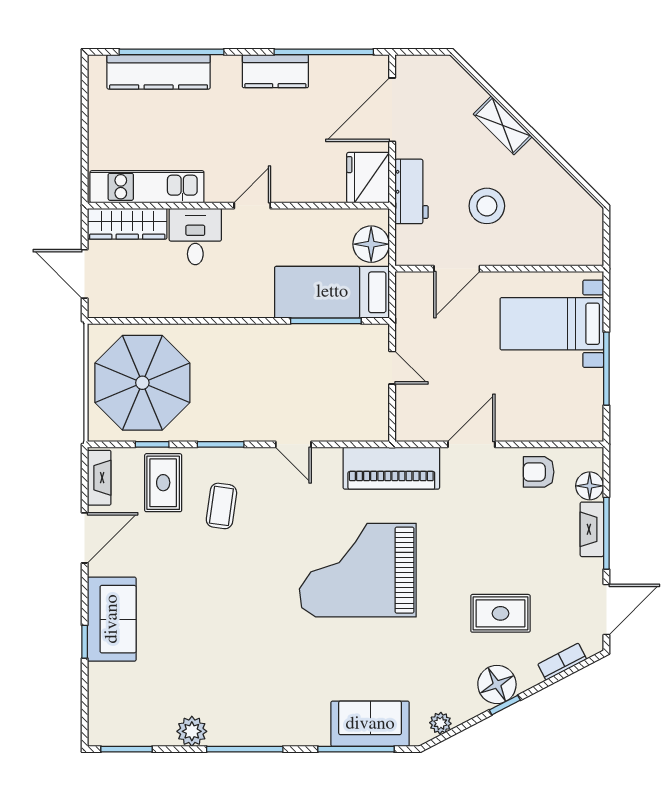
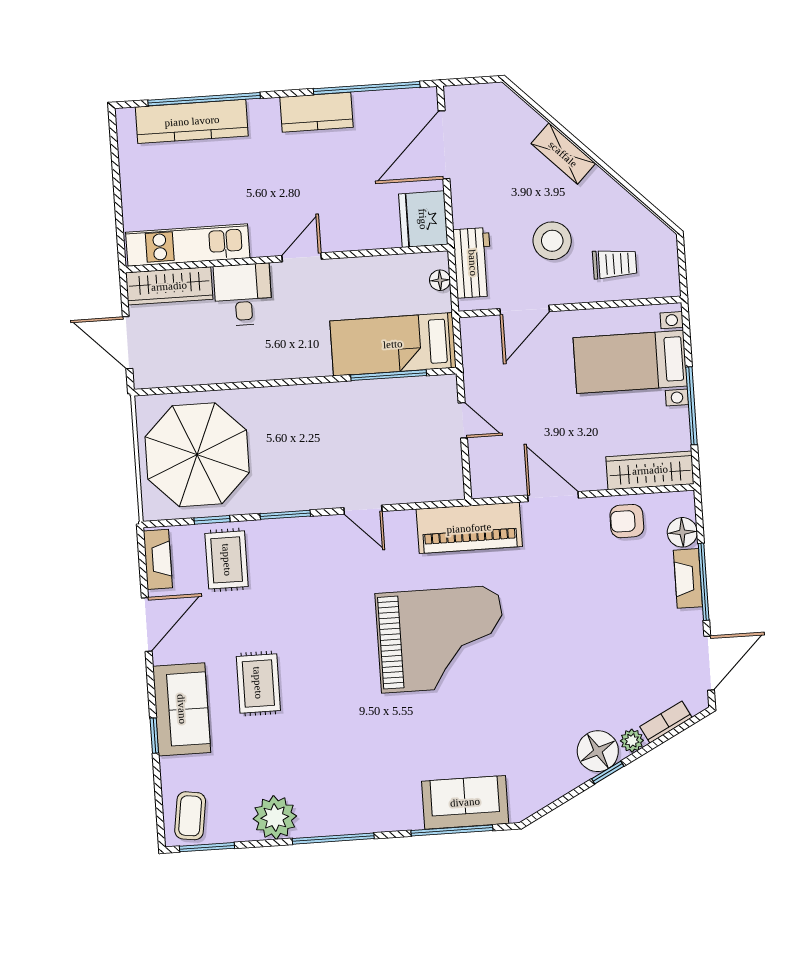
workbench: (412, 191) -> (473, 263), moved
trolley: (544, 231) -> (615, 264), added
floor lamp: (371, 244) -> (440, 280), width x0.53, depth x0.53
wardrobe: (563, 426) -> (650, 470), added
door: (471, 444) -> (553, 497), hinge flipped
coffee table: (221, 506) -> (190, 816), moved
grand piano: (358, 570) -> (441, 639), turned 180
rug: (500, 613) -> (258, 683), moved, turned 90
plant: (440, 723) -> (632, 741), moved
plant: (192, 731) -> (275, 817), width x1.36, depth x1.36

